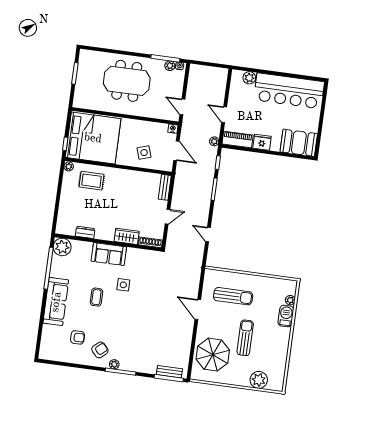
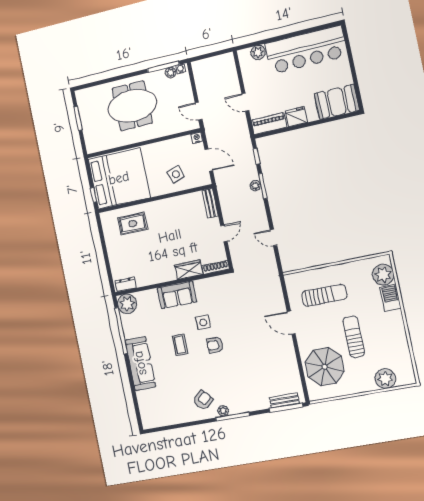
plant: (214, 141) -> (255, 186), moved
plant: (69, 166) -> (105, 217), removed
dresser: (85, 232) -> (126, 284), moved
plant: (290, 300) -> (383, 275), width x1.87, depth x1.87
armchair: (78, 337) -> (215, 345), moved, turned 180

